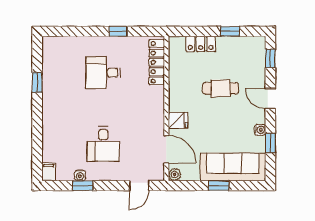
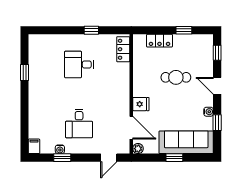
locker: (157, 62) -> (123, 49), width x0.66

